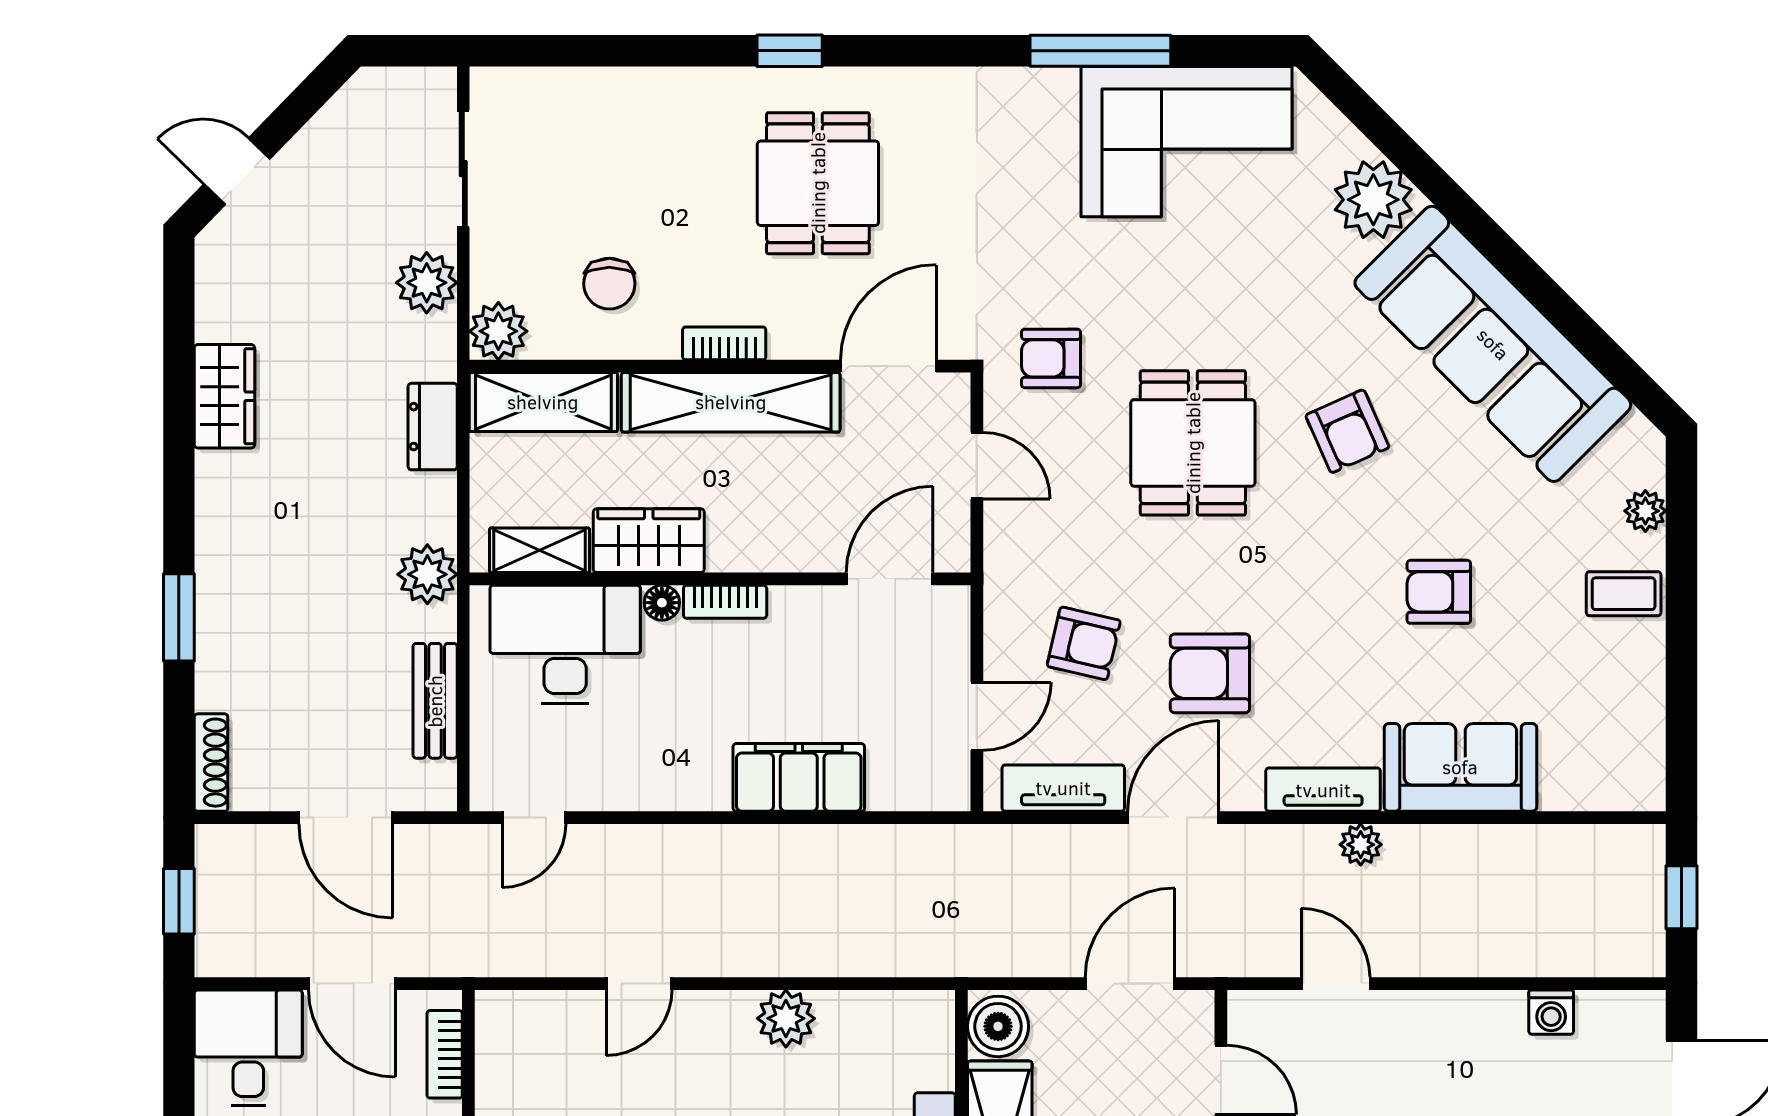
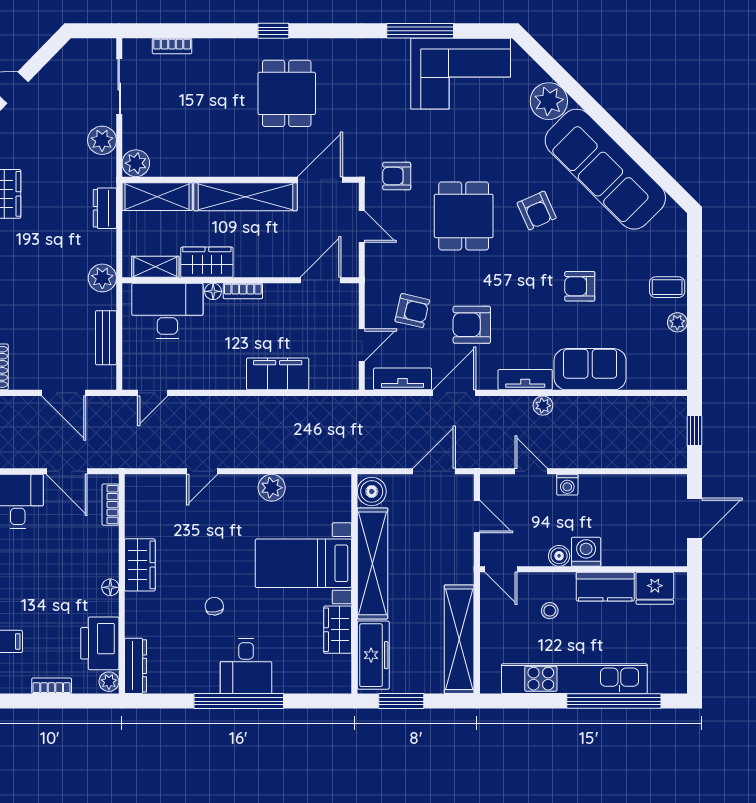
chair: (609, 284) -> (188, 141), removed
bookcase: (724, 343) -> (172, 46), moved, turned 180
plant: (1645, 511) -> (677, 322), moved
washing machine: (1551, 1012) -> (567, 485), moved

